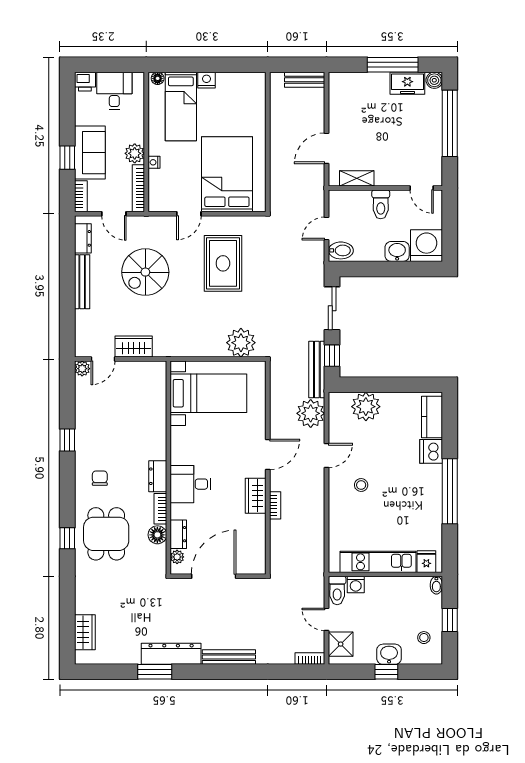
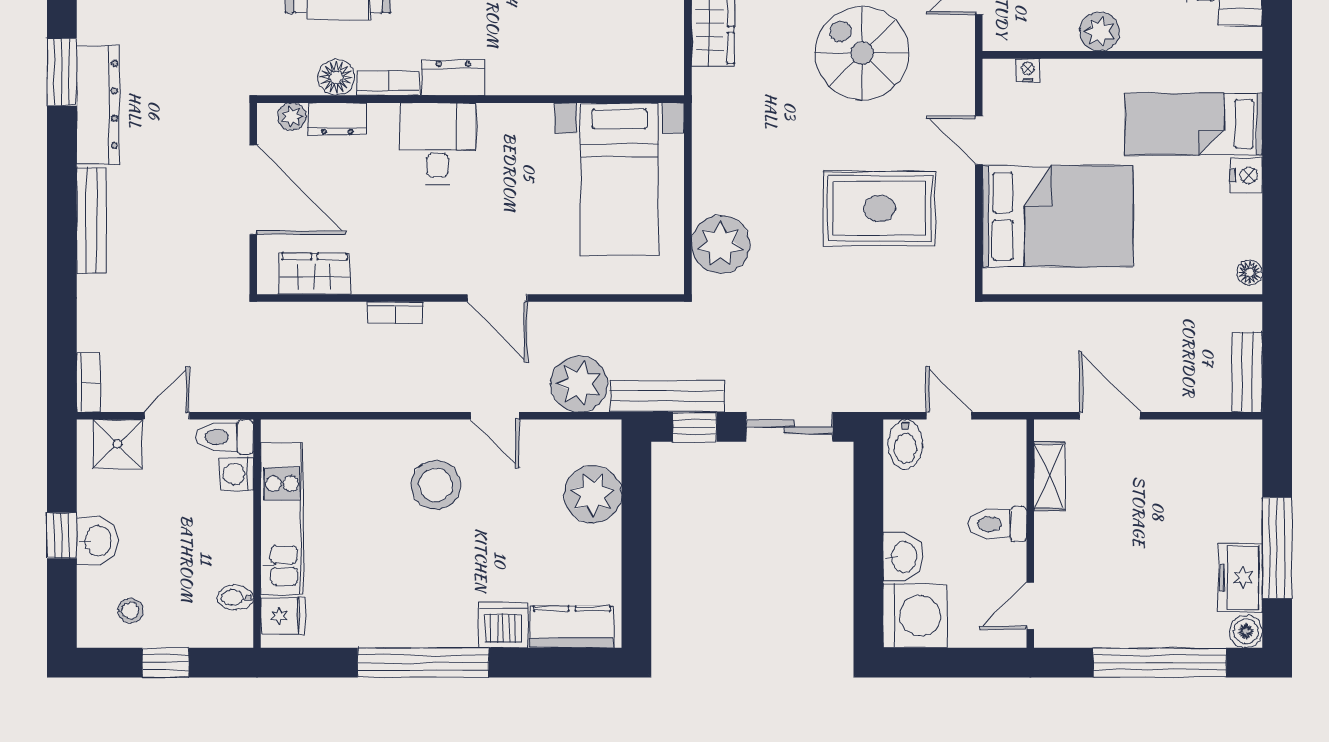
floor lamp: (158, 78) -> (1250, 273), moved
nightstand: (154, 162) -> (1028, 70), moved
bookcase: (138, 188) -> (1030, 39), removed
stool: (361, 485) -> (436, 485), width x1.89, depth x1.89
wardrobe: (256, 496) -> (314, 274), moved
bidet: (436, 585) -> (235, 598), moved

